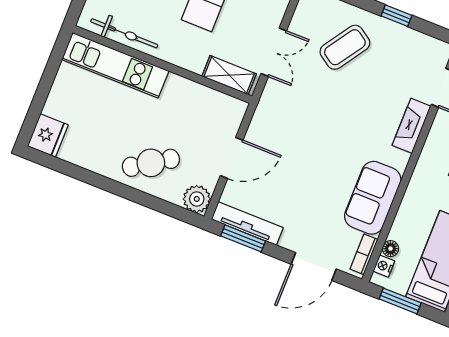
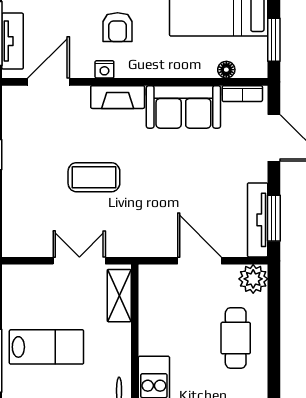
coffee table: (345, 47) -> (94, 177), moved, turned -34
fireplace: (411, 126) -> (118, 97), moved
cafe table: (151, 163) -> (236, 338), turned 33
nightstand: (384, 266) -> (104, 69), moved

